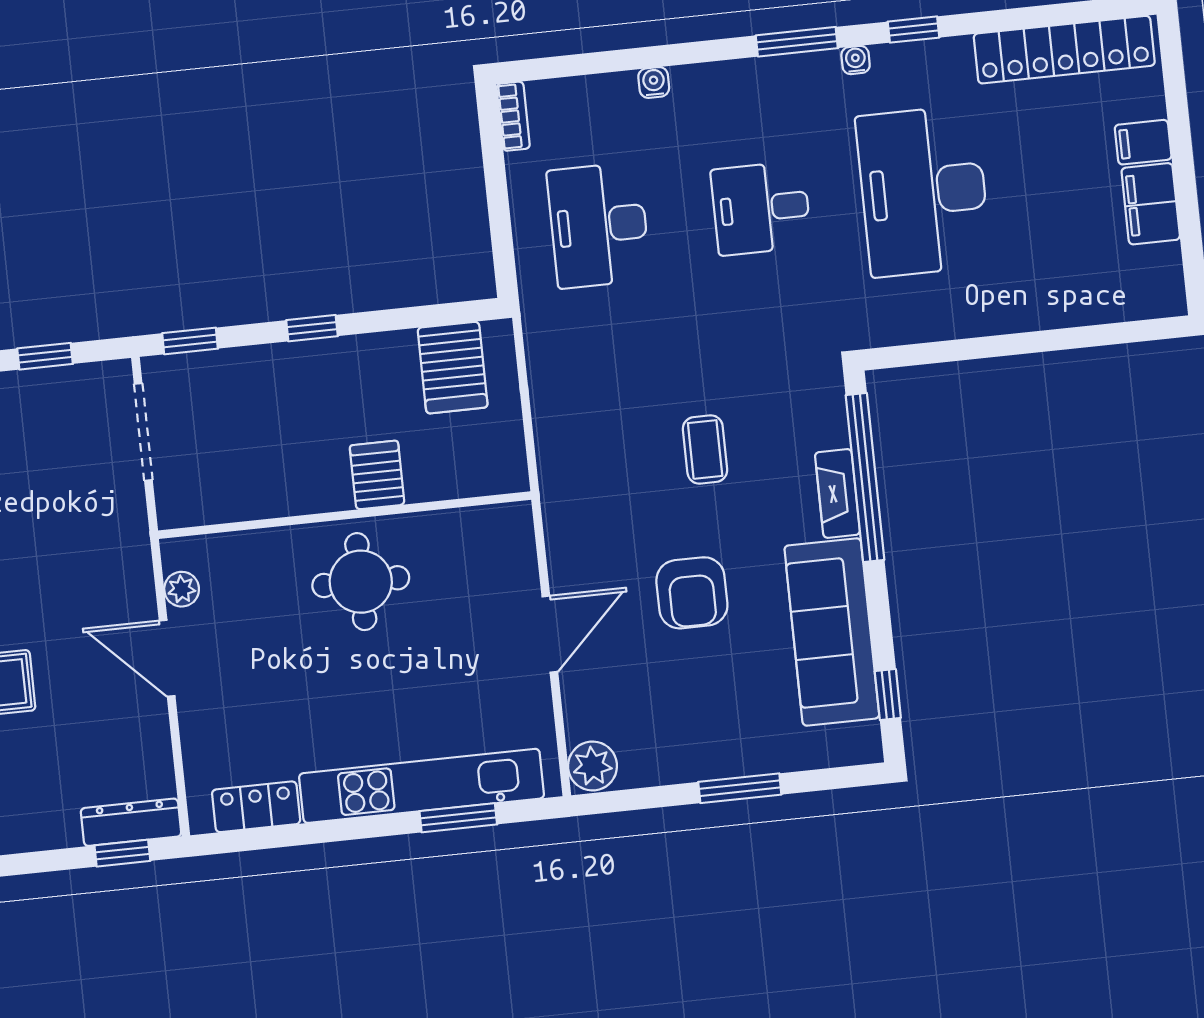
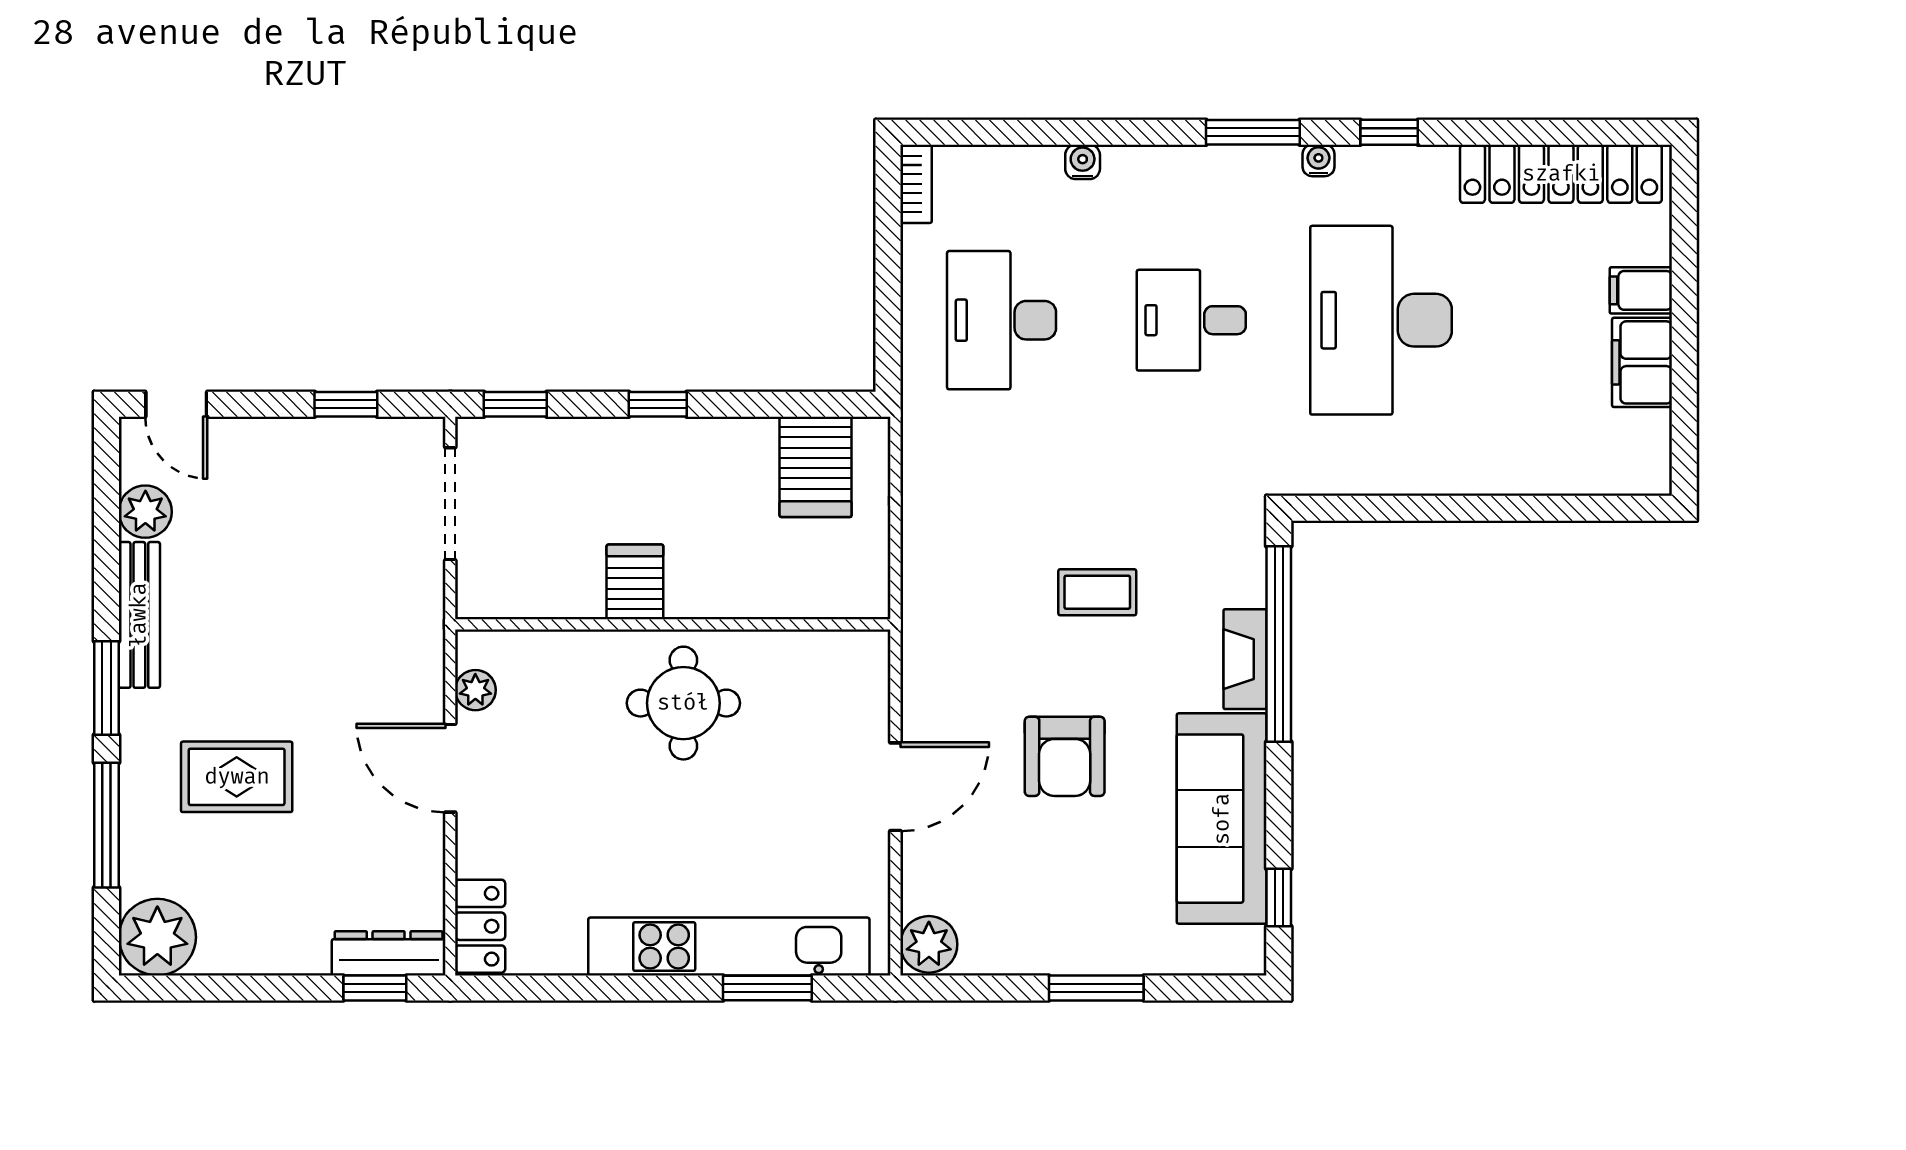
coffee table: (705, 449) -> (1097, 592), turned 90
server rack: (377, 475) -> (635, 582), moved
locker: (256, 807) -> (480, 926), moved, turned 90

